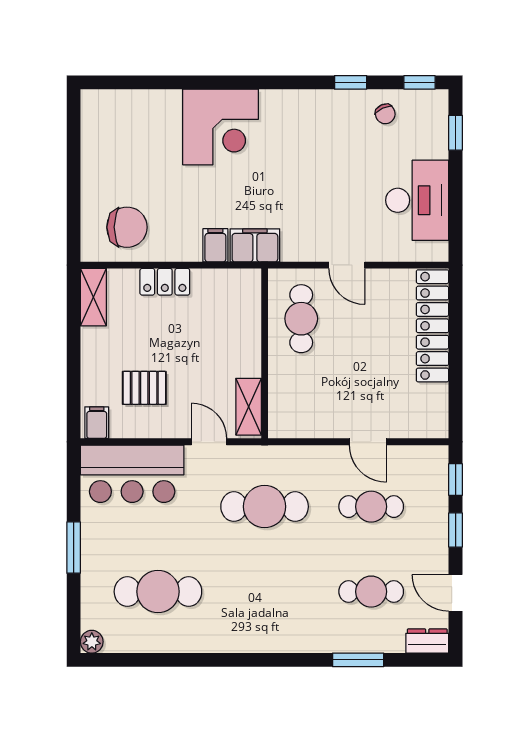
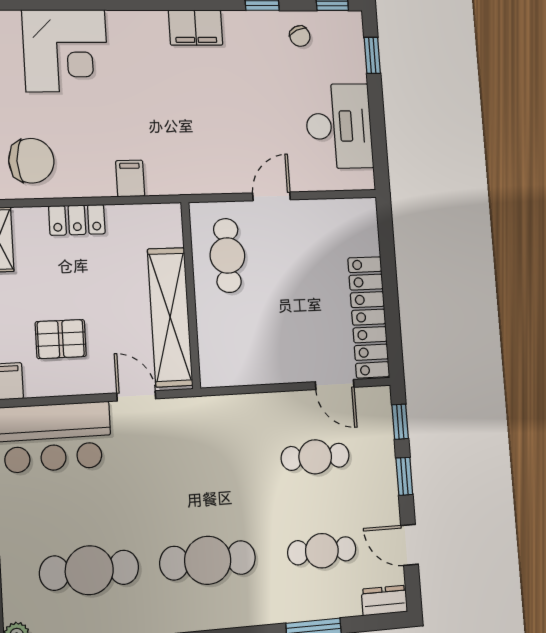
corner desk: (221, 127) -> (65, 51), moved
filing cabinet: (255, 245) -> (196, 28), moved, turned 180
door: (347, 265) -> (272, 196), swing flipped
locker: (432, 326) -> (369, 317), moved
shelving: (249, 407) -> (170, 317), width x2.20, depth x1.33
door: (368, 442) -> (335, 384), moved
cafe table: (265, 507) -> (208, 560), moved

